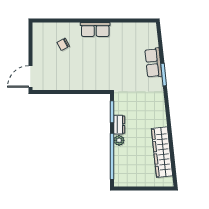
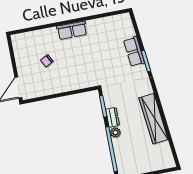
chair: (63, 44) -> (47, 61), moved
wardrobe: (162, 152) -> (154, 119), moved

